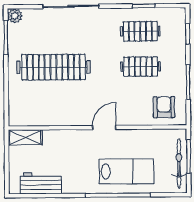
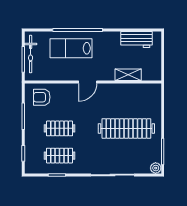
armchair: (164, 107) -> (42, 97), turned 90
shelving: (25, 137) -> (128, 75), moved

